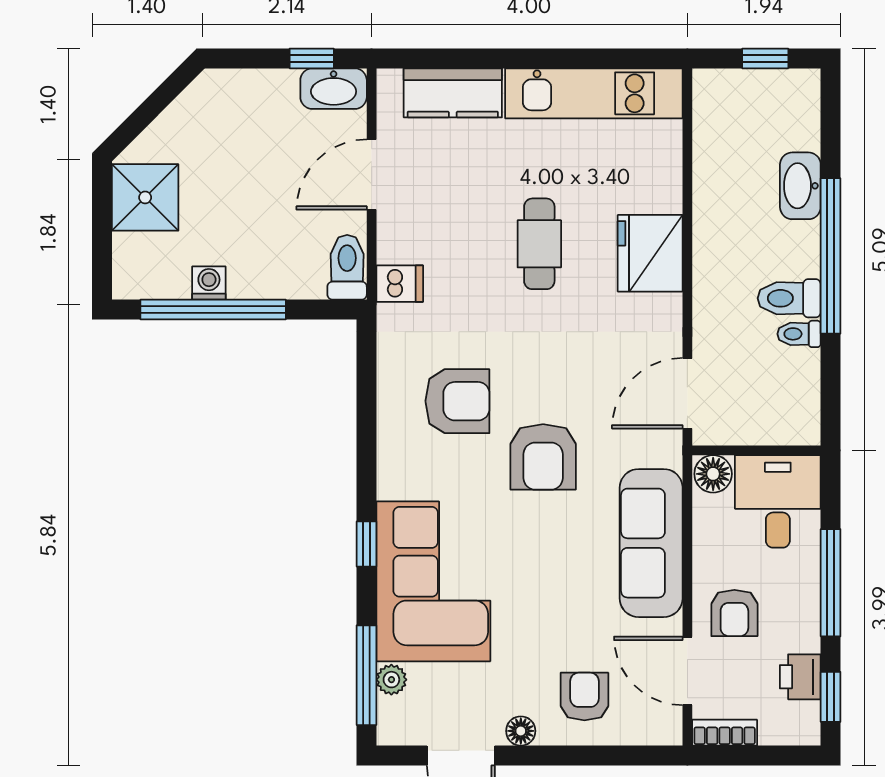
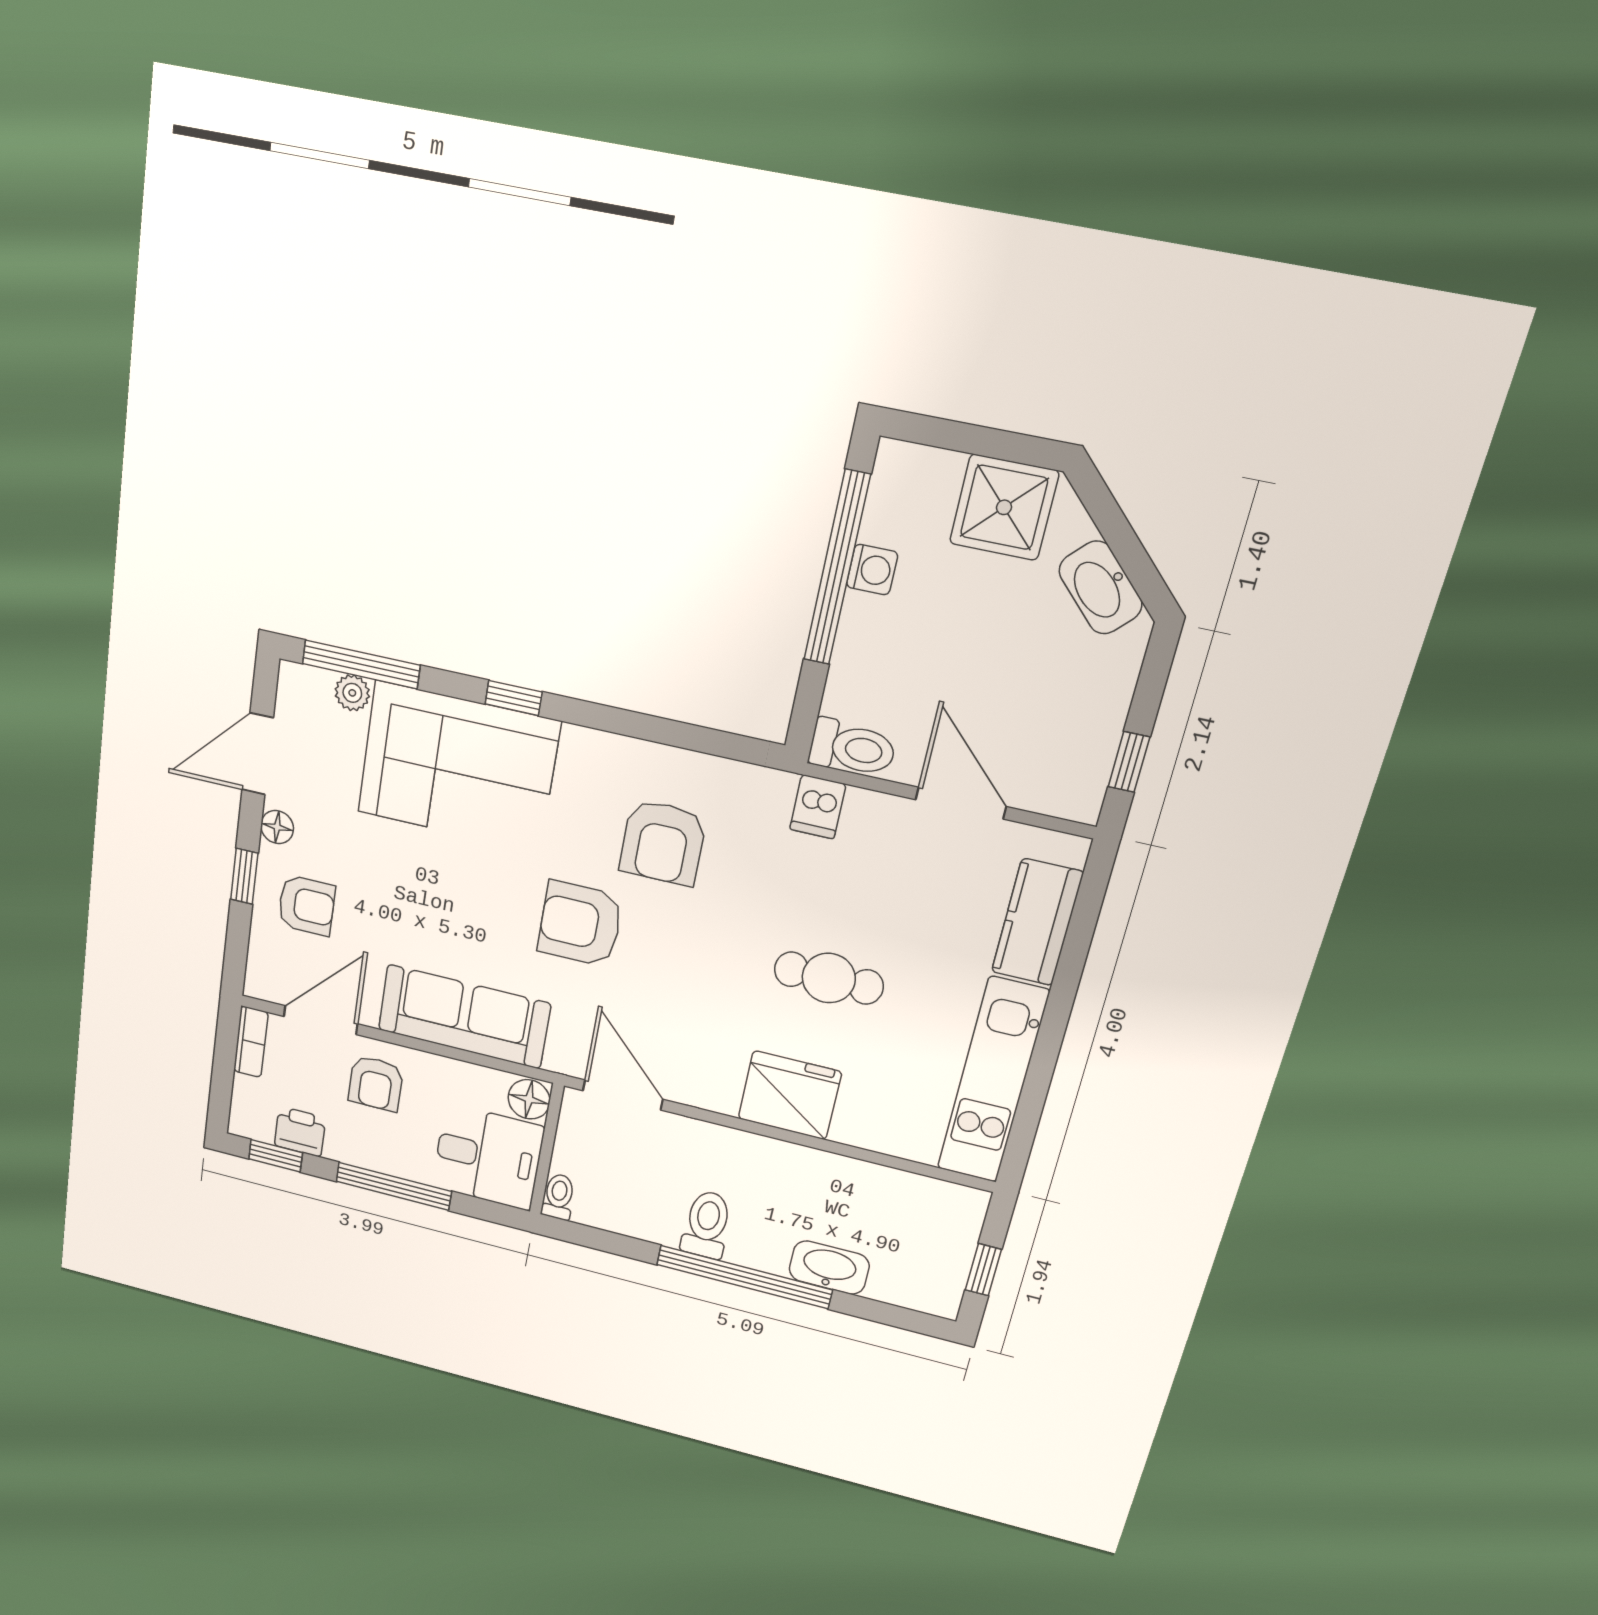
washbasin: (334, 89) -> (1100, 588), moved, turned -45
toilet: (799, 334) -> (558, 1197), moved
armchair: (734, 613) -> (376, 1083), turned -90
window: (572, 756) -> (244, 876), added

